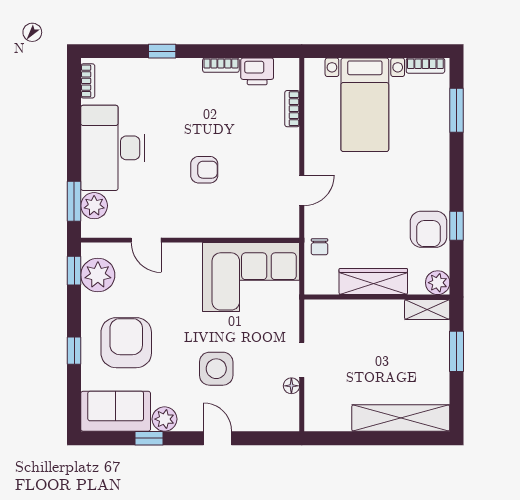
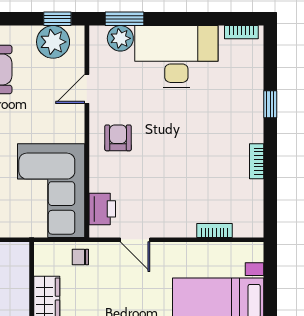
printer: (257, 71) -> (102, 209), moved, turned 180
armchair: (204, 170) -> (118, 138), moved, turned 180

